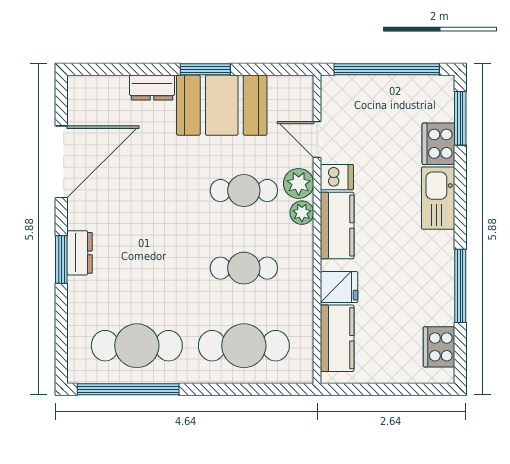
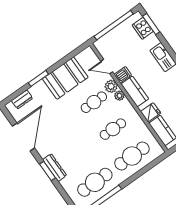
window: (205, 69) -> (38, 78), moved
dresser: (152, 88) -> (22, 99), moved
cooker: (438, 144) -> (143, 28), moved
dresser: (80, 253) -> (55, 168), width x1.44

